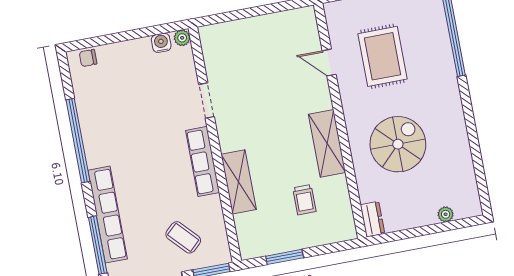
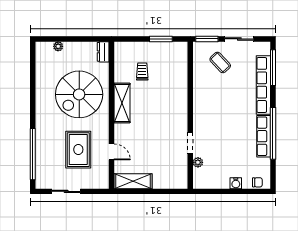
plant: (182, 38) -> (198, 162), moved
water cooler: (161, 43) -> (236, 183), moved
spiral stairs: (398, 144) -> (79, 94), width x1.37, depth x1.37
row of seats: (203, 161) -> (264, 136), moved, turned 180
shelving: (239, 182) -> (133, 181), moved, turned 90

